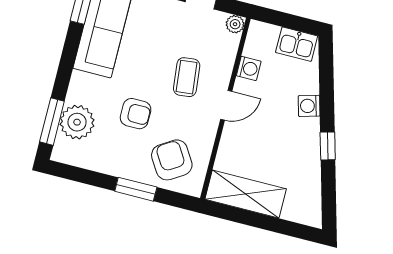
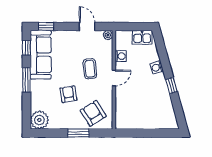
armchair: (136, 114) -> (68, 94), turned -100
window: (52, 122) -> (26, 80), moved
plant: (77, 122) -> (39, 120), moved
shelving: (246, 194) -> (136, 121), removed

